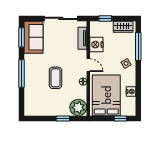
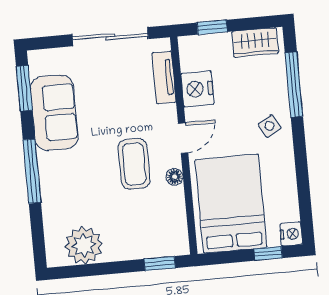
sofa: (34, 37) -> (54, 113), moved
door: (88, 65) -> (183, 138), hinge flipped
coffee table: (55, 78) -> (134, 164), moved
nightstand: (131, 92) -> (291, 234), moved
plant: (78, 107) -> (84, 245), moved
window: (63, 118) -> (160, 263), moved

